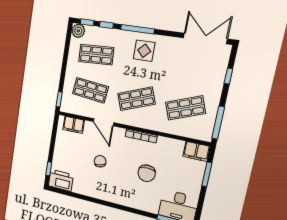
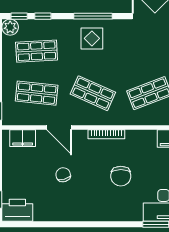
window: (137, 29) -> (93, 16), moved
shop shelf: (136, 99) -> (93, 93), turned 45

